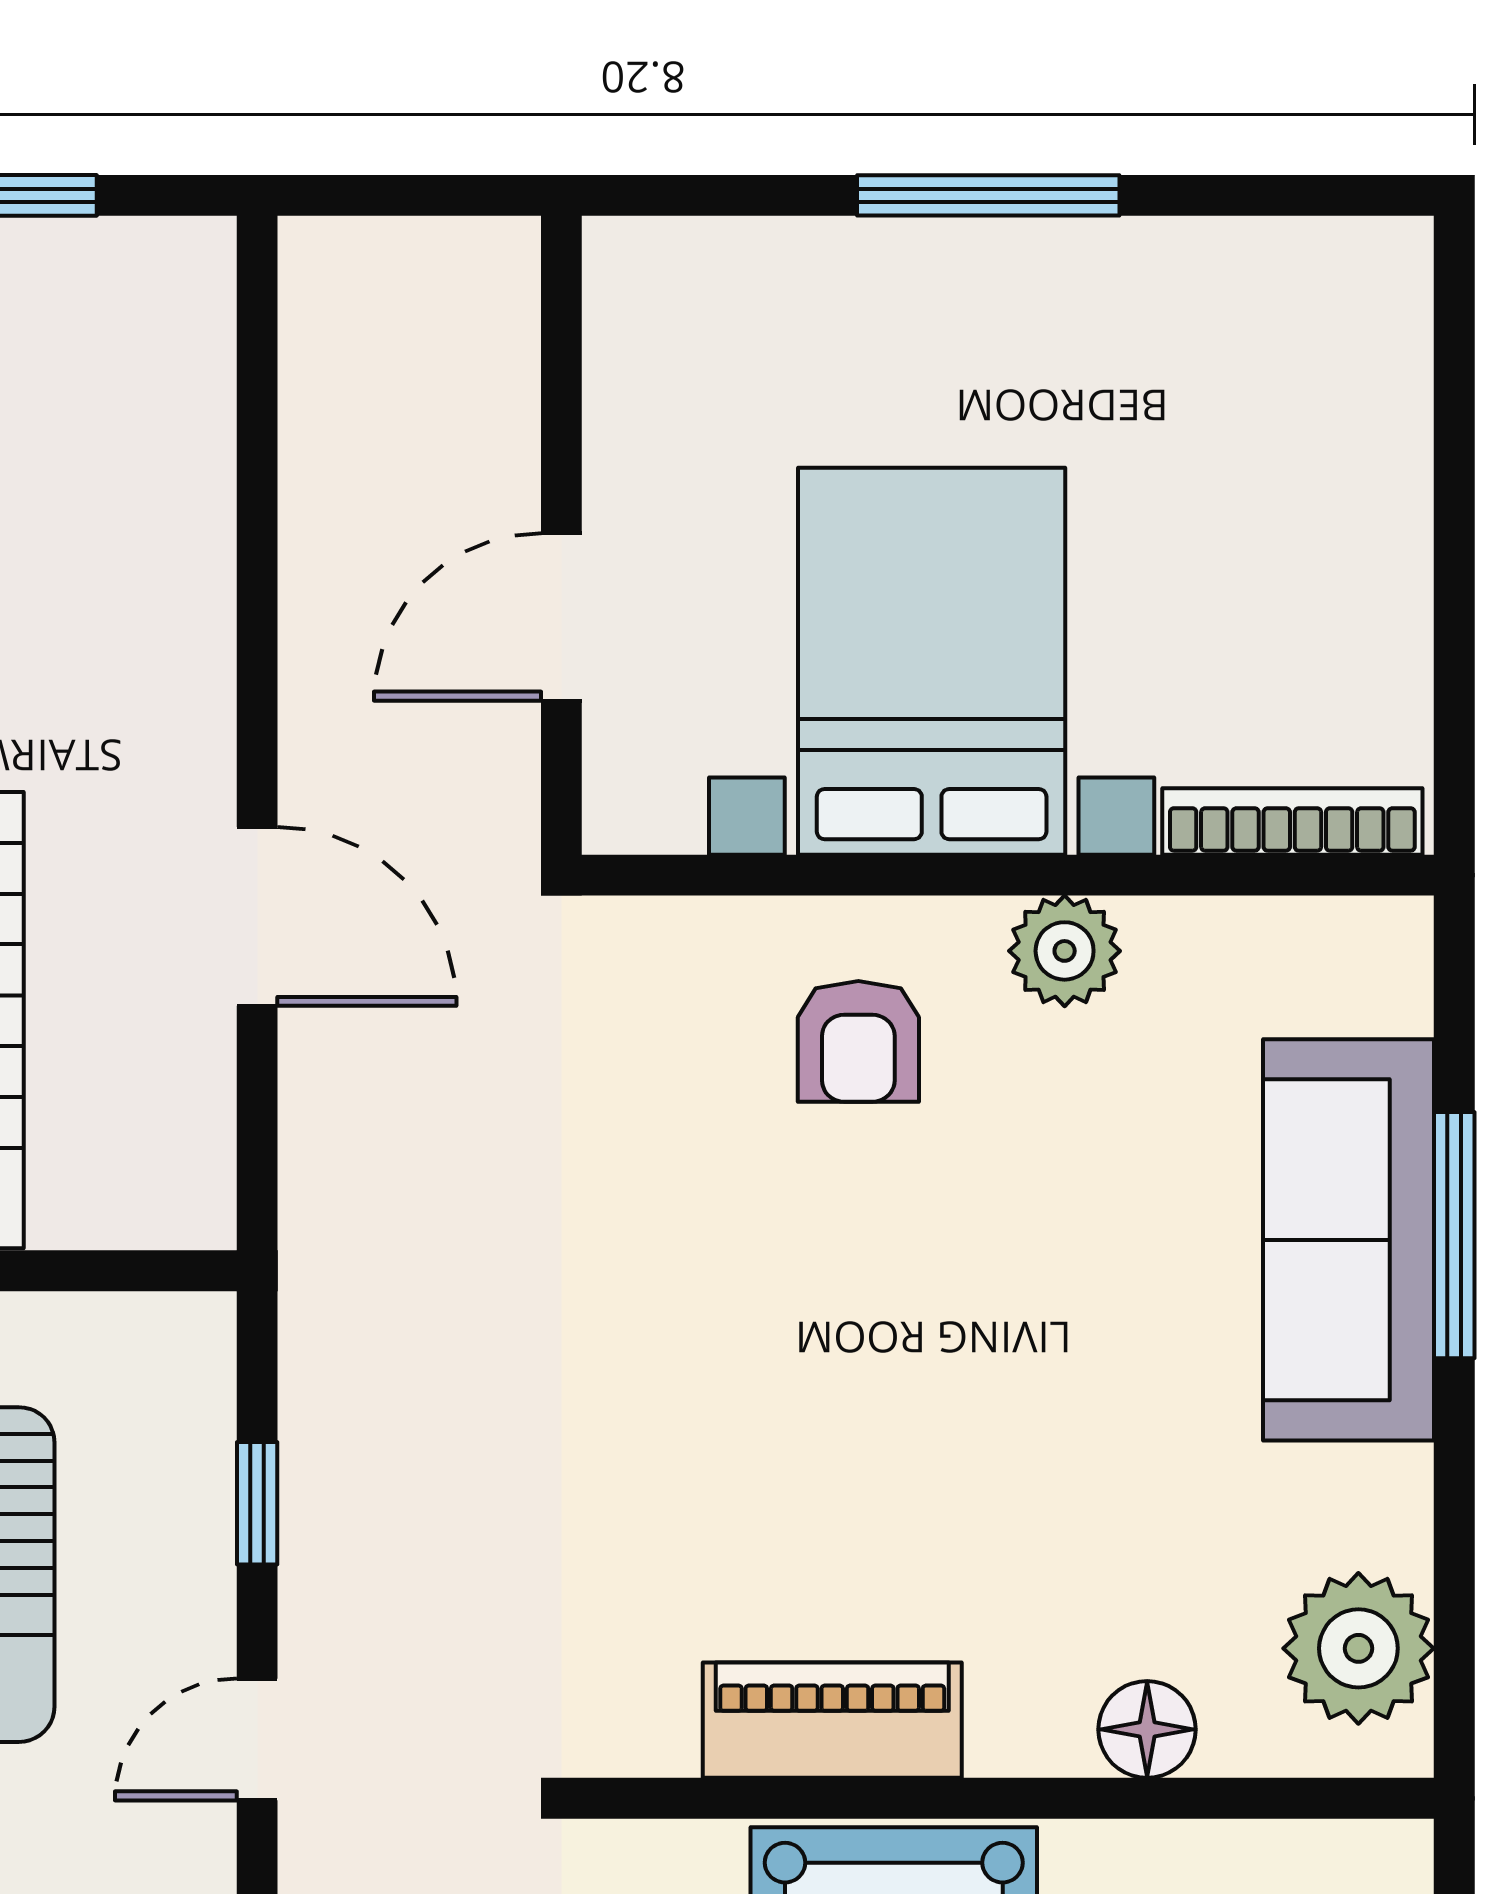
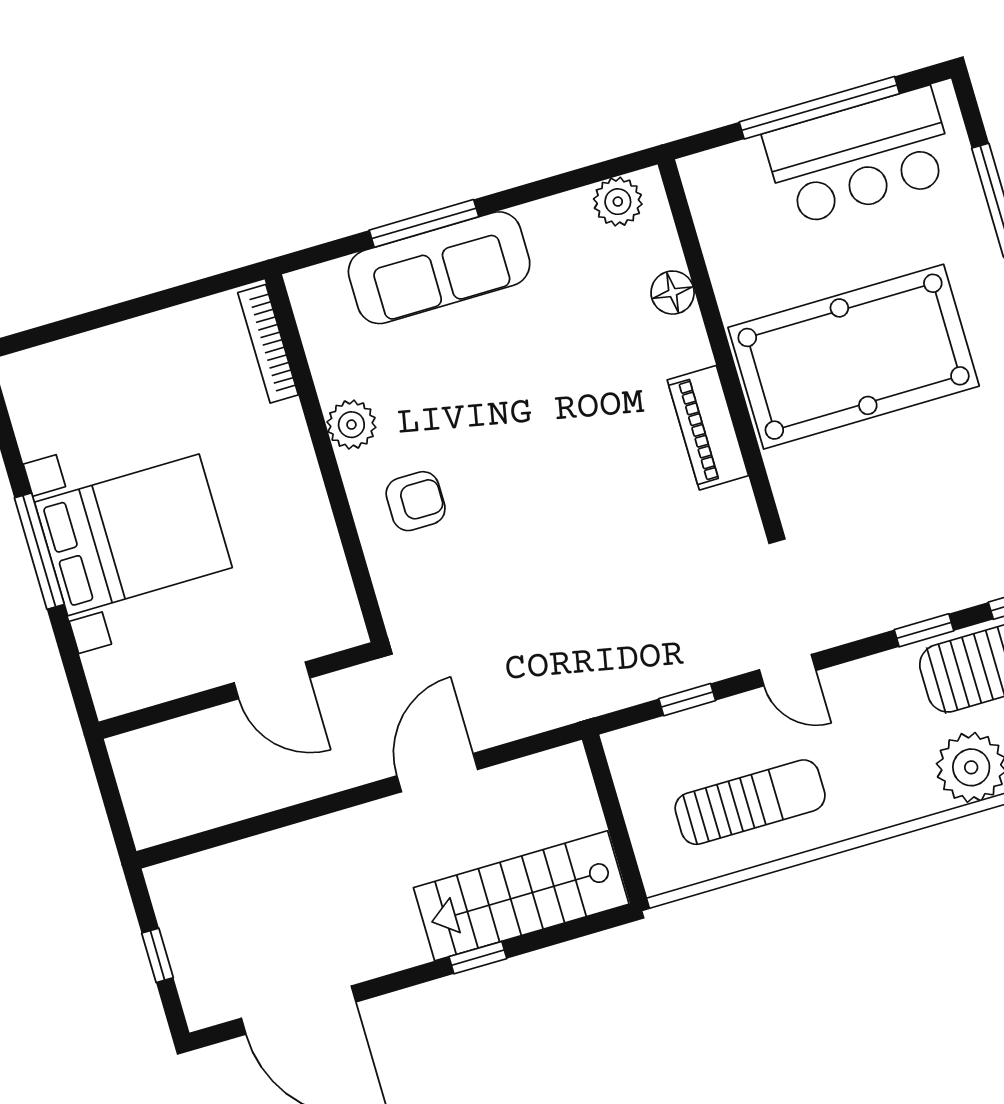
bed with nightstands: (932, 661) -> (133, 535), moved, turned 180
plant: (1358, 1648) -> (618, 202), width x0.73, depth x0.73

